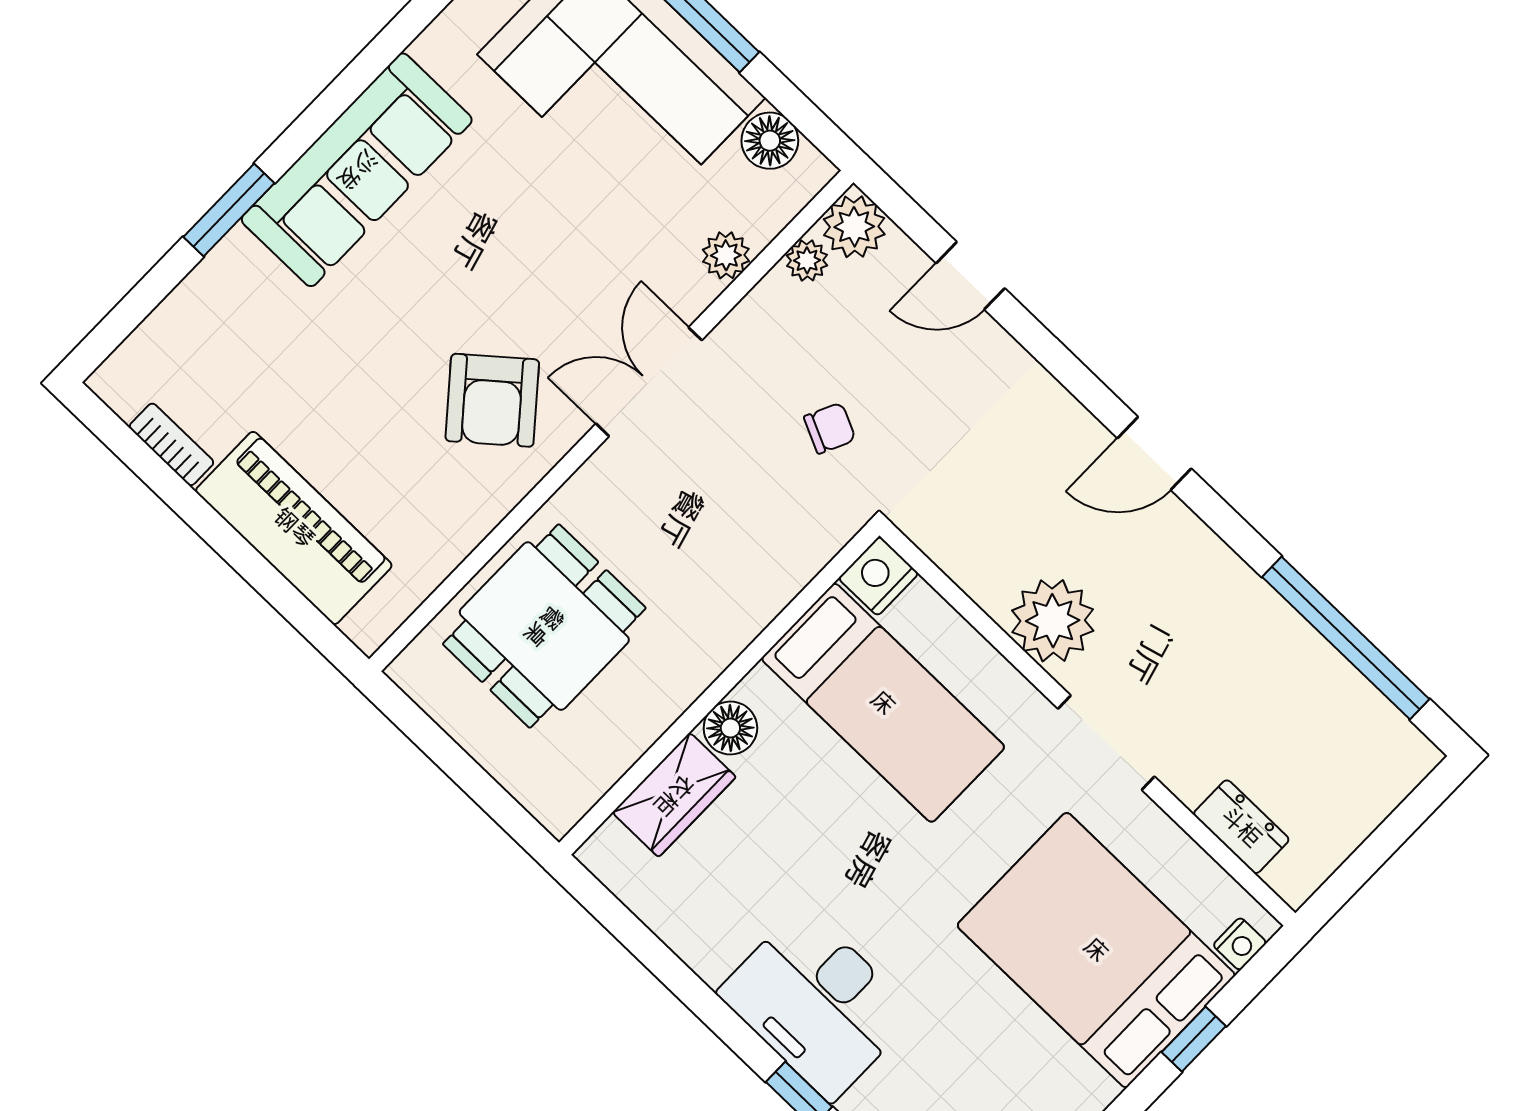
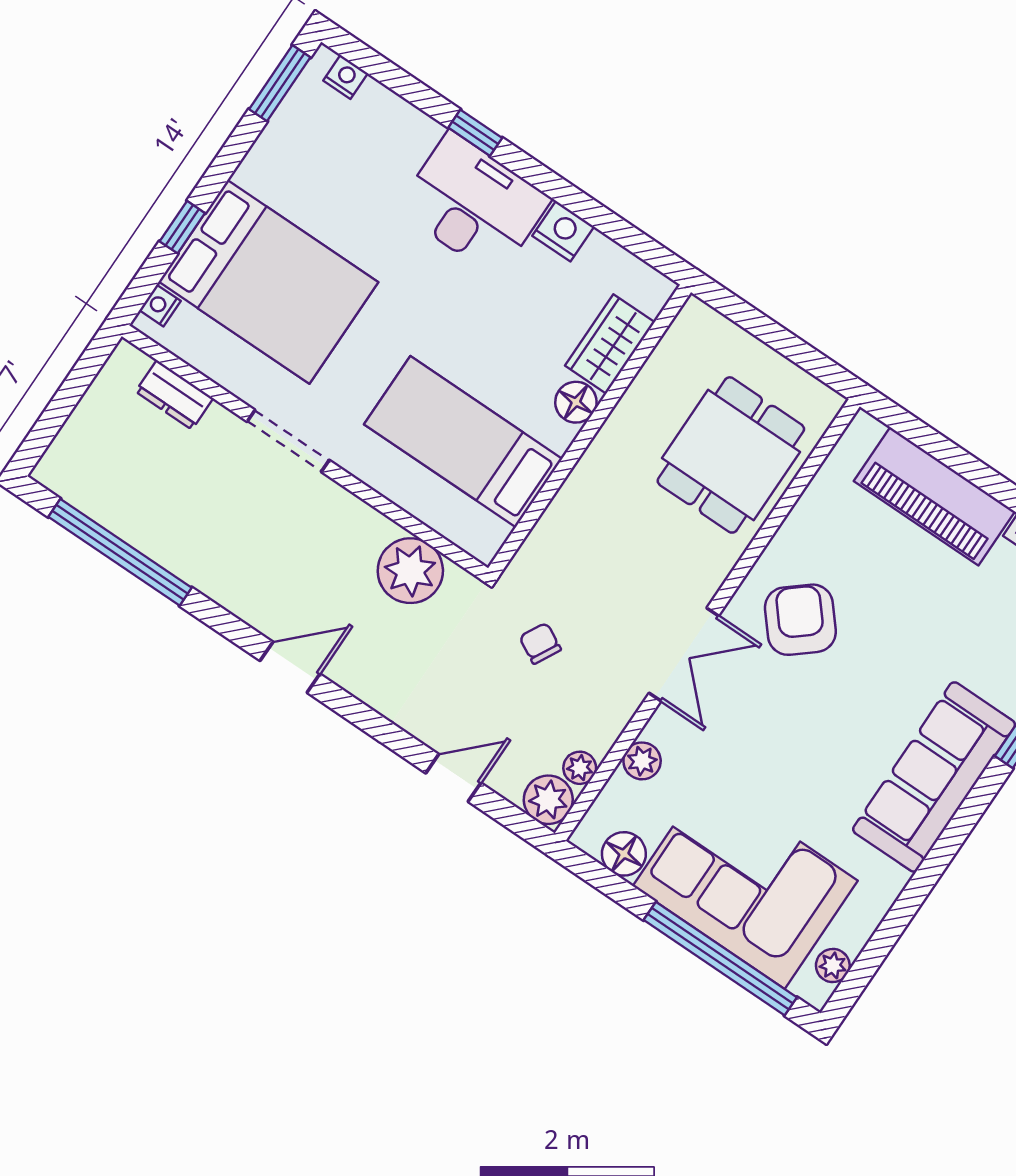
chair: (830, 428) -> (540, 643), turned 93
nightstand: (878, 576) -> (563, 231), moved, turned -90
plant: (1053, 621) -> (410, 571), moved

